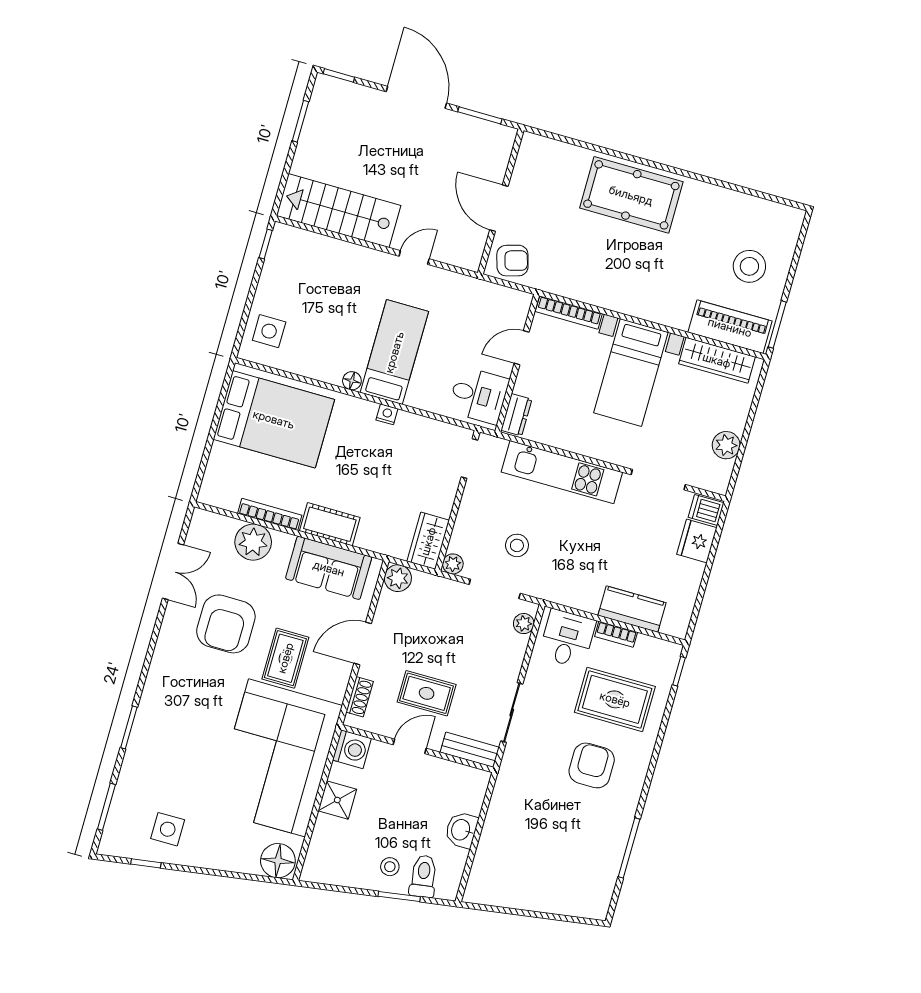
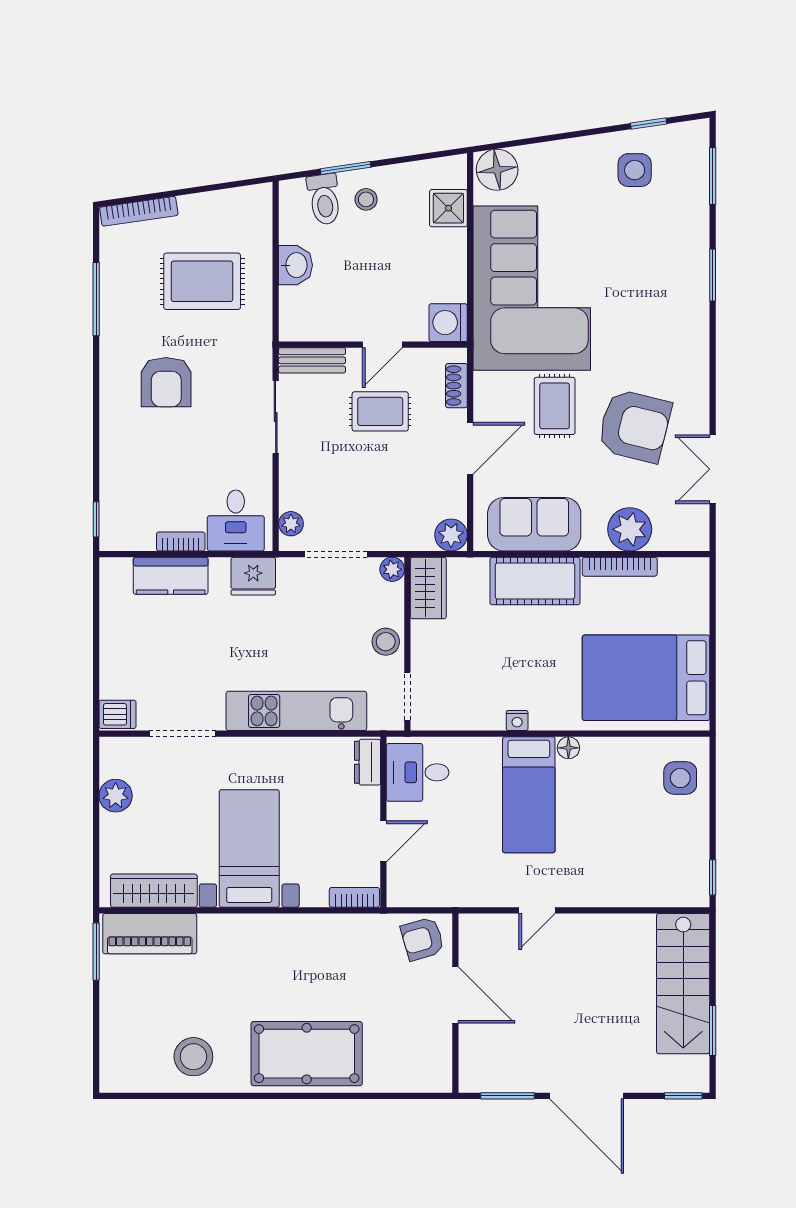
stairs: (339, 211) -> (683, 984), moved, turned 90
stool: (749, 266) -> (193, 1057), moved
bookcase: (569, 313) -> (354, 897), width x0.64
cot: (330, 524) -> (535, 581), width x1.37, depth x1.34
fridge: (697, 541) -> (253, 576), moved, turned 90
stool: (517, 545) -> (386, 642), moved
armchair: (226, 624) -> (634, 426), turned 104
rug: (615, 699) -> (202, 281), moved
shower: (337, 800) -> (448, 208), moved
bookcase: (575, 909) -> (139, 211), added

